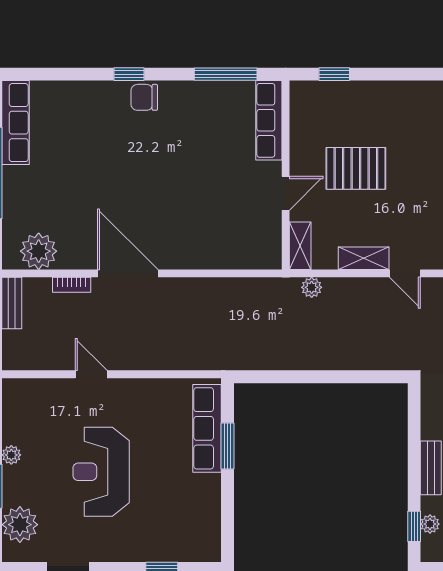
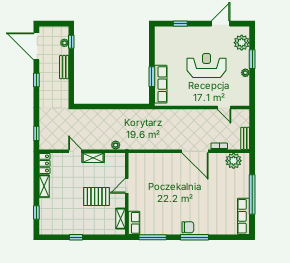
window: (129, 74) -> (194, 237), width x2.17
window: (334, 74) -> (76, 237), moved
row of seats: (269, 120) -> (134, 223), width x0.68
shelving: (300, 246) -> (121, 219), moved
door: (91, 374) -> (224, 108), moved
reception desk: (101, 472) -> (207, 65), turned -90

